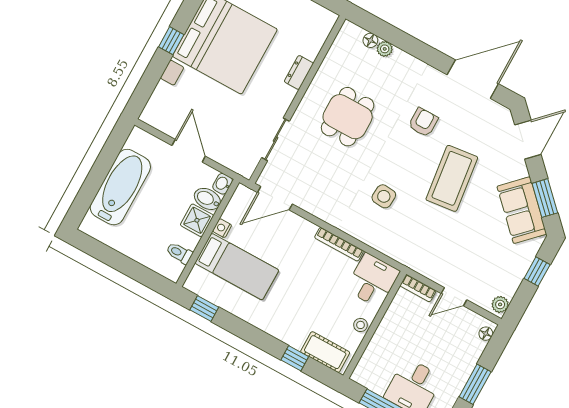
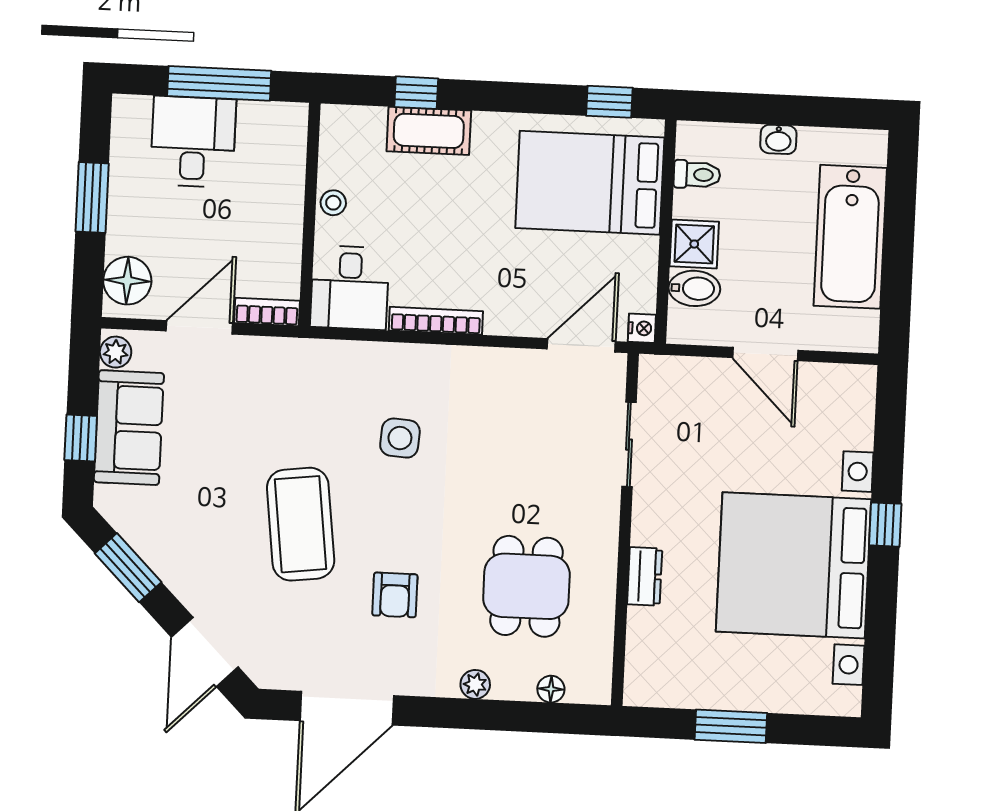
plant: (385, 49) -> (475, 684), moved
dining table: (348, 117) -> (526, 586), moved
washbasin: (223, 184) -> (778, 139), moved, turned 90
sofa: (522, 210) -> (129, 428), moved, turned 45
nightstand: (222, 228) -> (642, 328), moved
bed: (237, 267) -> (590, 183), width x1.50
door: (454, 297) -> (199, 327), width x1.38
floor lamp: (486, 334) -> (127, 281), width x1.89, depth x1.89
cot: (325, 352) -> (429, 131), moved

